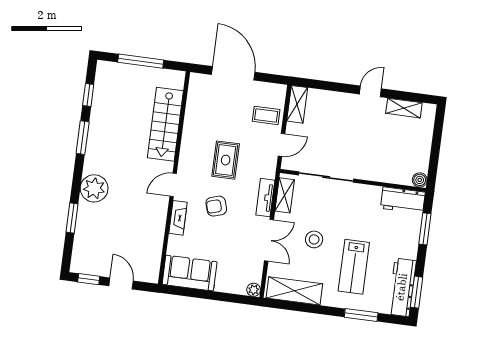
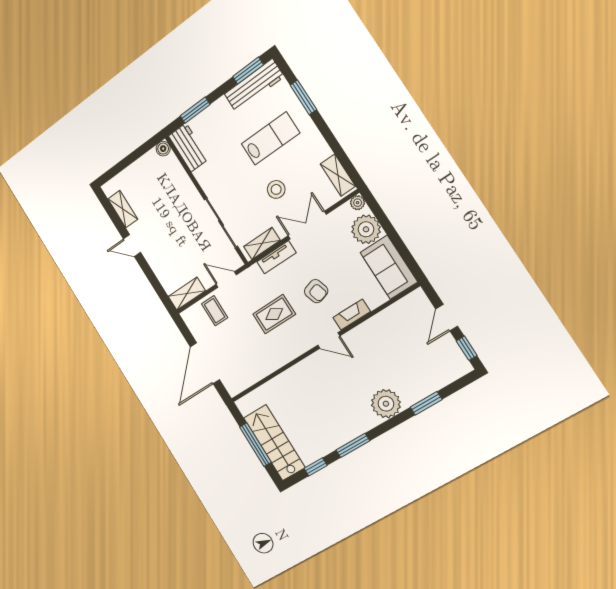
stairs: (165, 124) -> (274, 443), moved, turned -90
plant: (230, 280) -> (366, 229), added
shelving: (294, 291) -> (338, 175), width x0.67, depth x0.75

